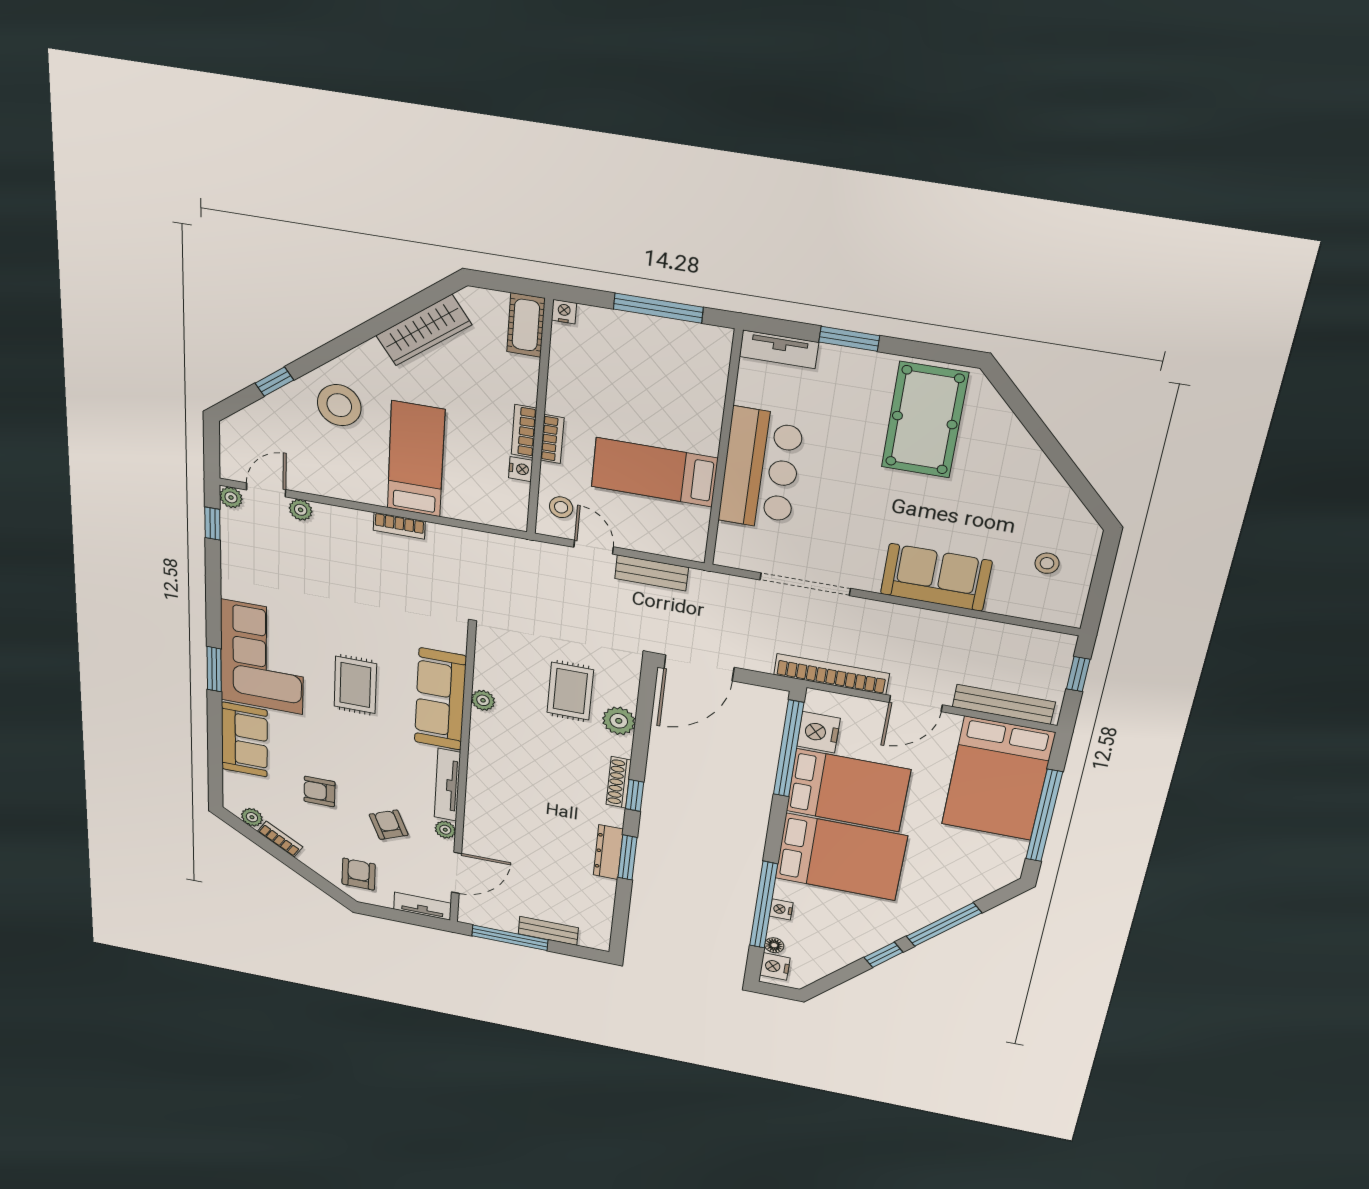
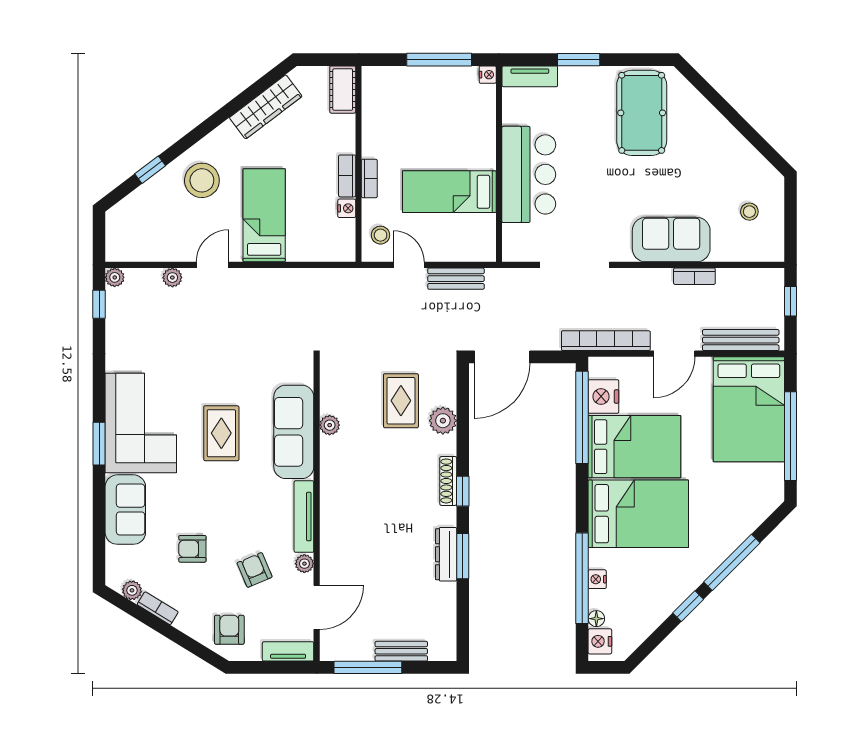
nightstand: (564, 312) -> (488, 75), moved, turned 90
door: (266, 490) -> (213, 265), moved
bookcase: (399, 526) -> (694, 276), moved

